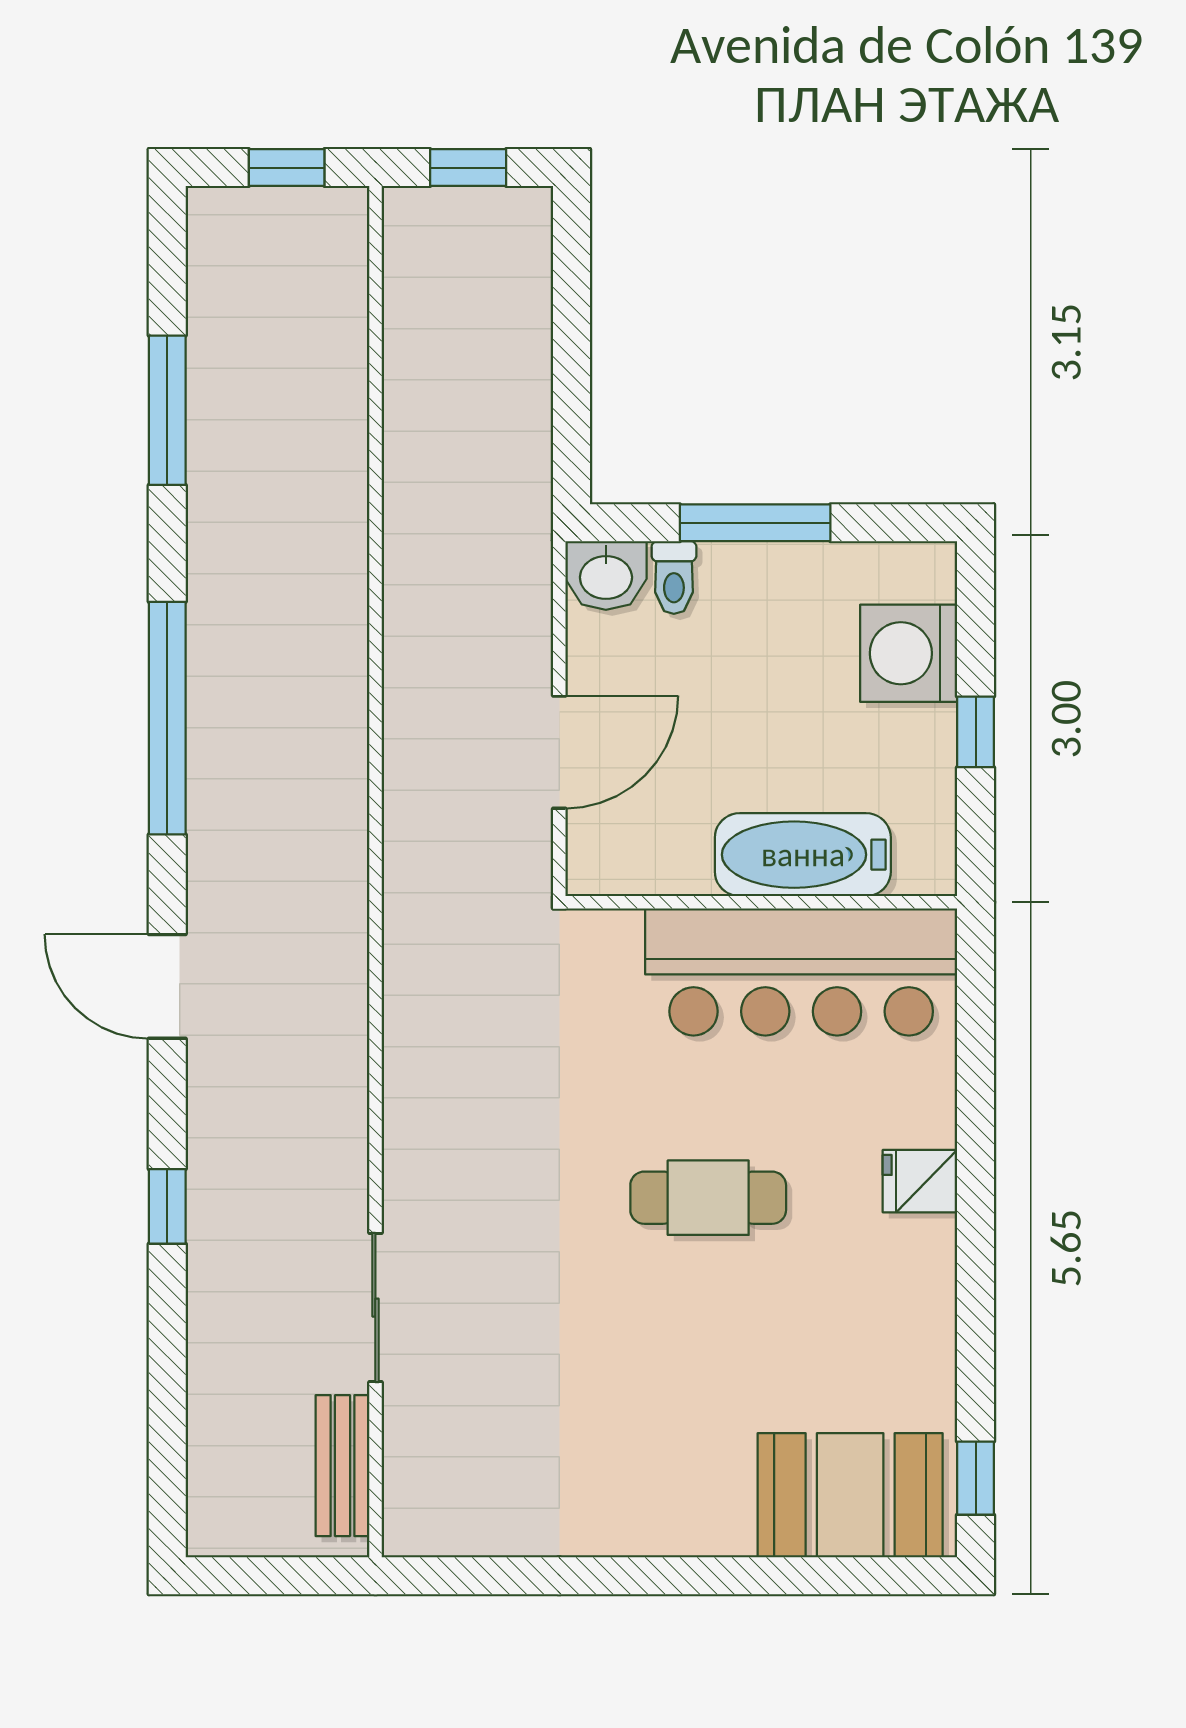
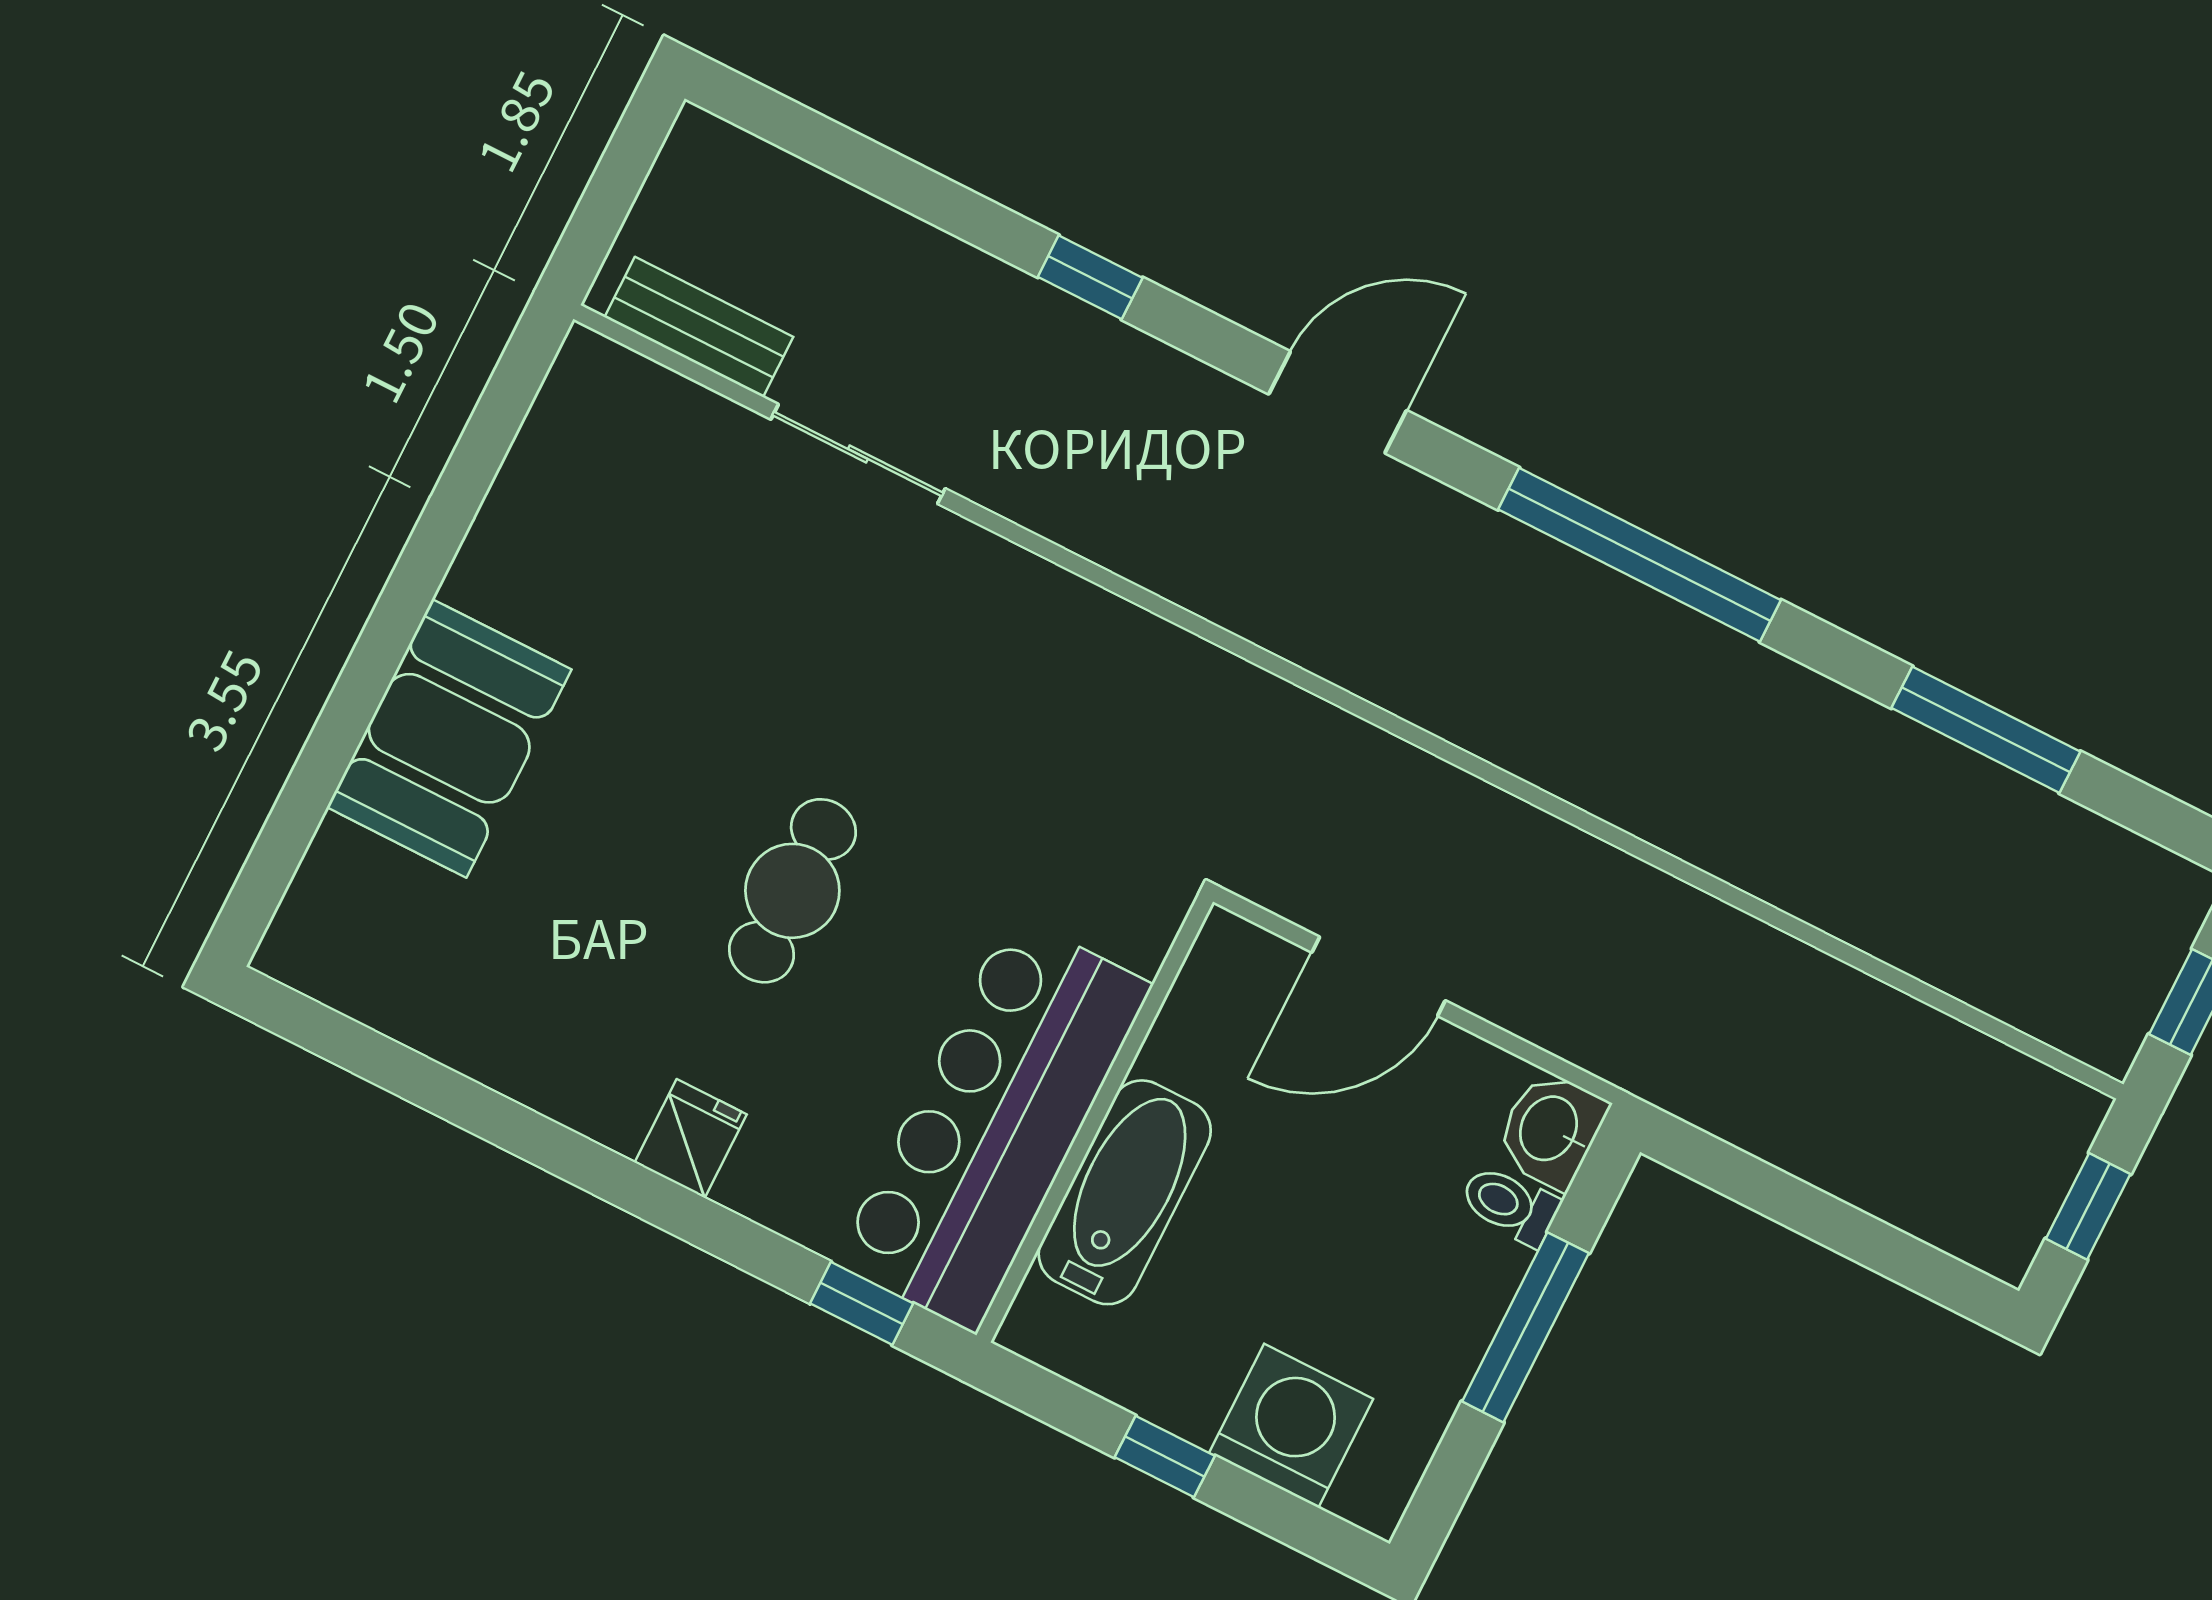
door: (559, 752) -> (1379, 976), hinge flipped
window: (976, 1478) -> (862, 1303), moved
booth: (850, 1495) -> (449, 738), moved

